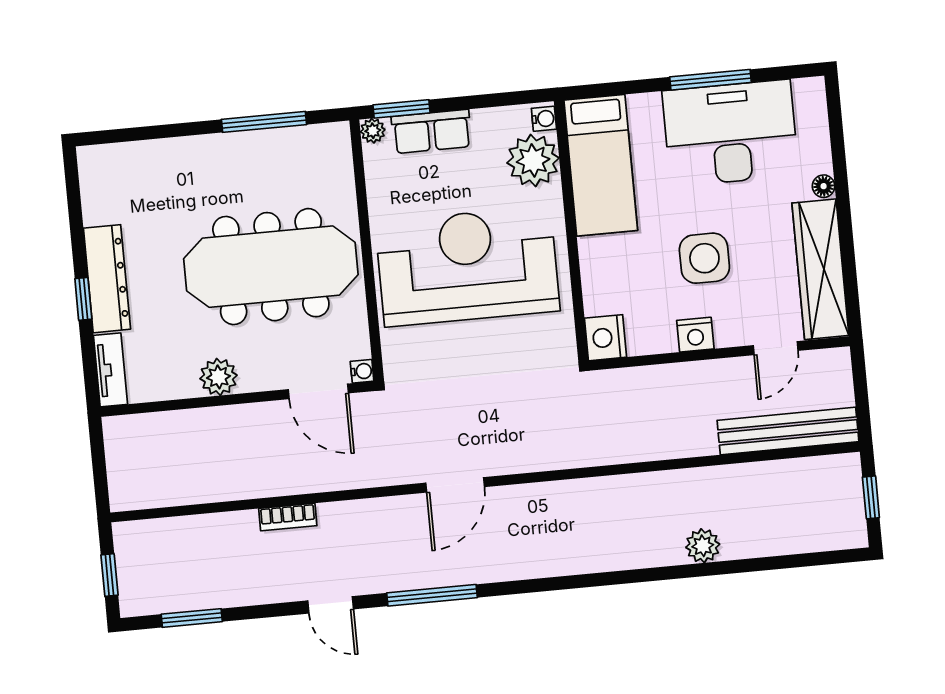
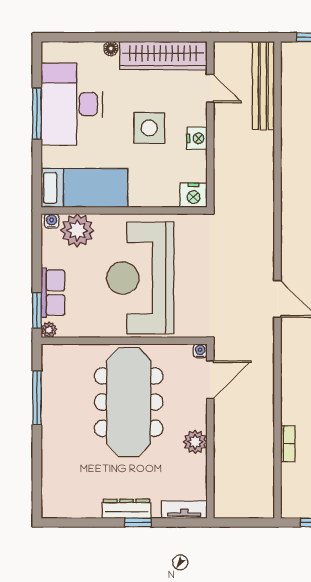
dresser: (107, 279) -> (126, 509), width x0.73, depth x0.80
bookcase: (288, 517) -> (288, 444), moved

